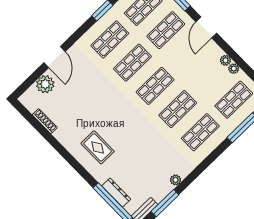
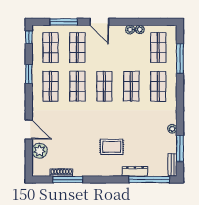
window: (44, 133) -> (68, 179), added
rug: (98, 147) -> (112, 147), moved
dresser: (116, 193) -> (135, 171), moved

